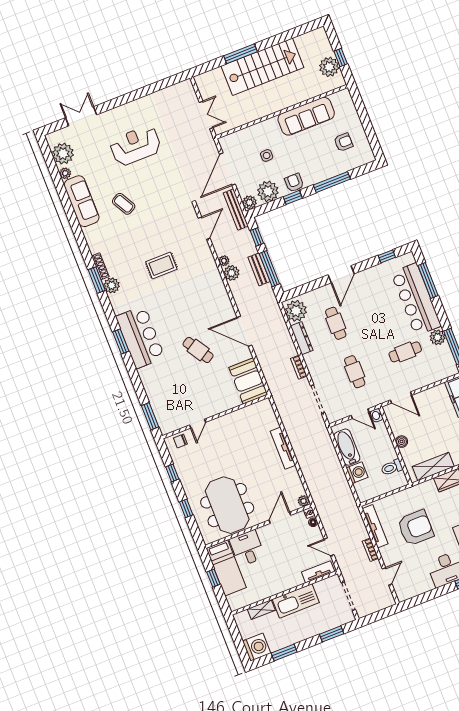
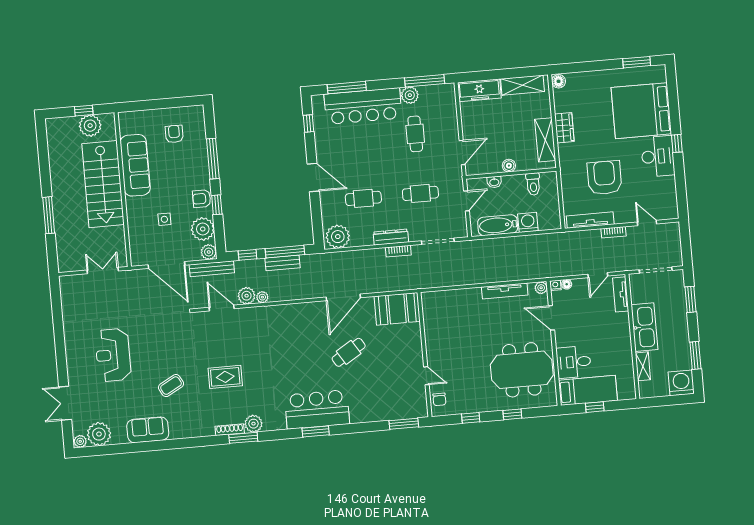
stairs: (262, 67) -> (103, 184), moved, turned 180
plant: (65, 173) -> (80, 441), moved
sofa: (82, 201) -> (148, 430), width x0.73
rug: (161, 266) -> (225, 377), moved, turned 90
plant: (231, 273) -> (247, 296), moved
dresser: (302, 338) -> (391, 237), moved
washbasin: (377, 415) -> (494, 182), moved
tv unit: (283, 448) -> (505, 291), moved

